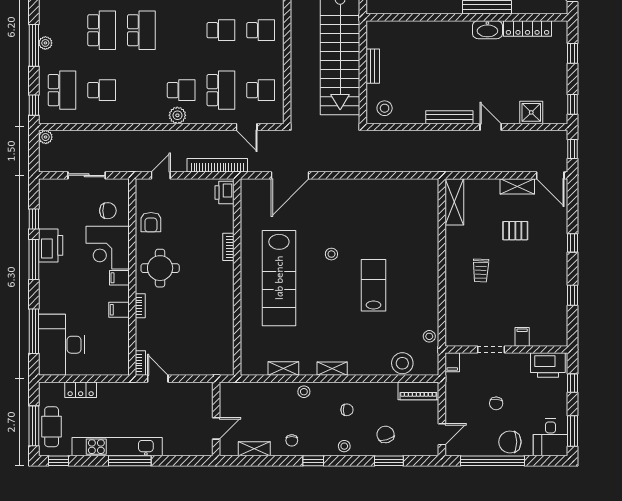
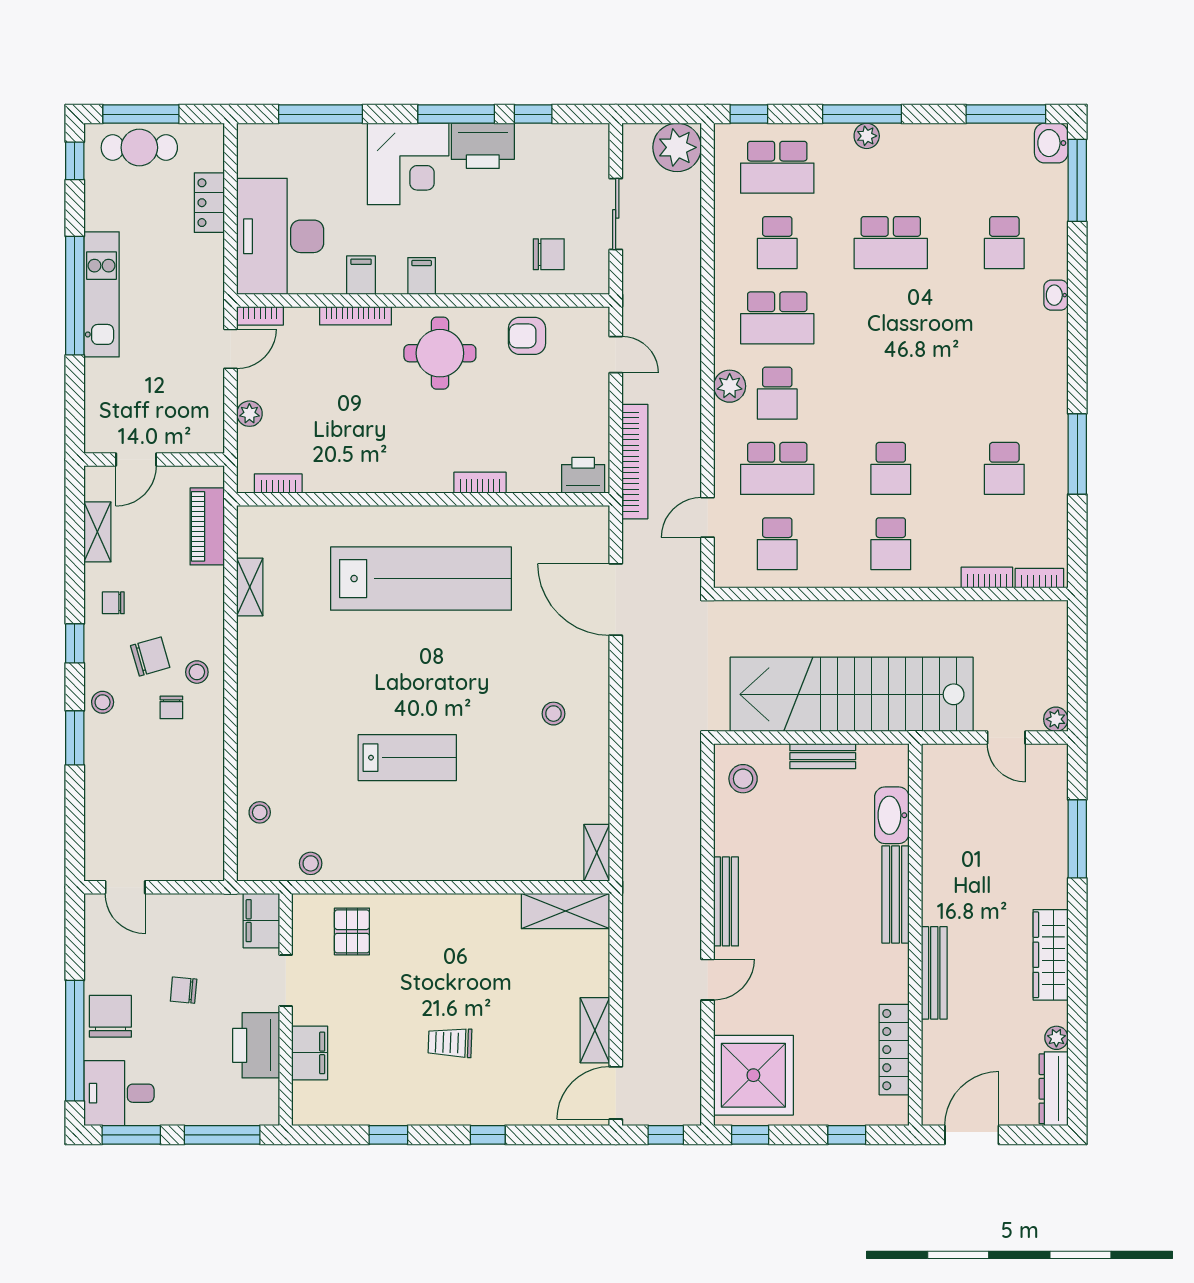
bench: (446, 28) -> (896, 894), added
school desk: (141, 30) -> (777, 318), moved
washbasin: (487, 30) -> (892, 815), moved
shower: (531, 112) -> (753, 1075), width x1.86, depth x1.86
plant: (46, 137) -> (677, 147), width x1.88, depth x1.88
chair: (108, 211) -> (549, 254), turned -90
pallet: (515, 231) -> (352, 931), moved
corner desk: (108, 248) -> (408, 164), moved, turned 180
stool: (331, 254) -> (553, 714), moved
trolley: (481, 271) -> (450, 1043), moved
lab bench: (279, 278) -> (421, 579), turned 180
bookcase: (140, 306) -> (356, 316), width x1.56
filing cabinet: (522, 337) -> (310, 1053), width x2.00
desk: (62, 345) -> (280, 236), moved, turned -90
bookcase: (229, 353) -> (278, 483), added
filing cabinet: (452, 362) -> (261, 921), width x2.00
stool: (402, 363) -> (260, 812), width x0.53, depth x0.53
printer: (548, 365) -> (256, 1045), moved
plant: (192, 369) -> (249, 414), added
shelving: (332, 369) -> (597, 853), moved
window: (572, 383) -> (222, 1135), width x2.17
piano: (418, 391) -> (207, 526), moved
stool: (304, 392) -> (197, 672), moved
door: (216, 428) -> (136, 459), hinge flipped
chair: (385, 434) -> (150, 656), moved
kitchen unit: (117, 447) -> (102, 294), width x0.73
window: (130, 461) -> (75, 296), width x1.46
window: (389, 461) -> (75, 738), moved
window: (493, 461) -> (75, 1041), moved

